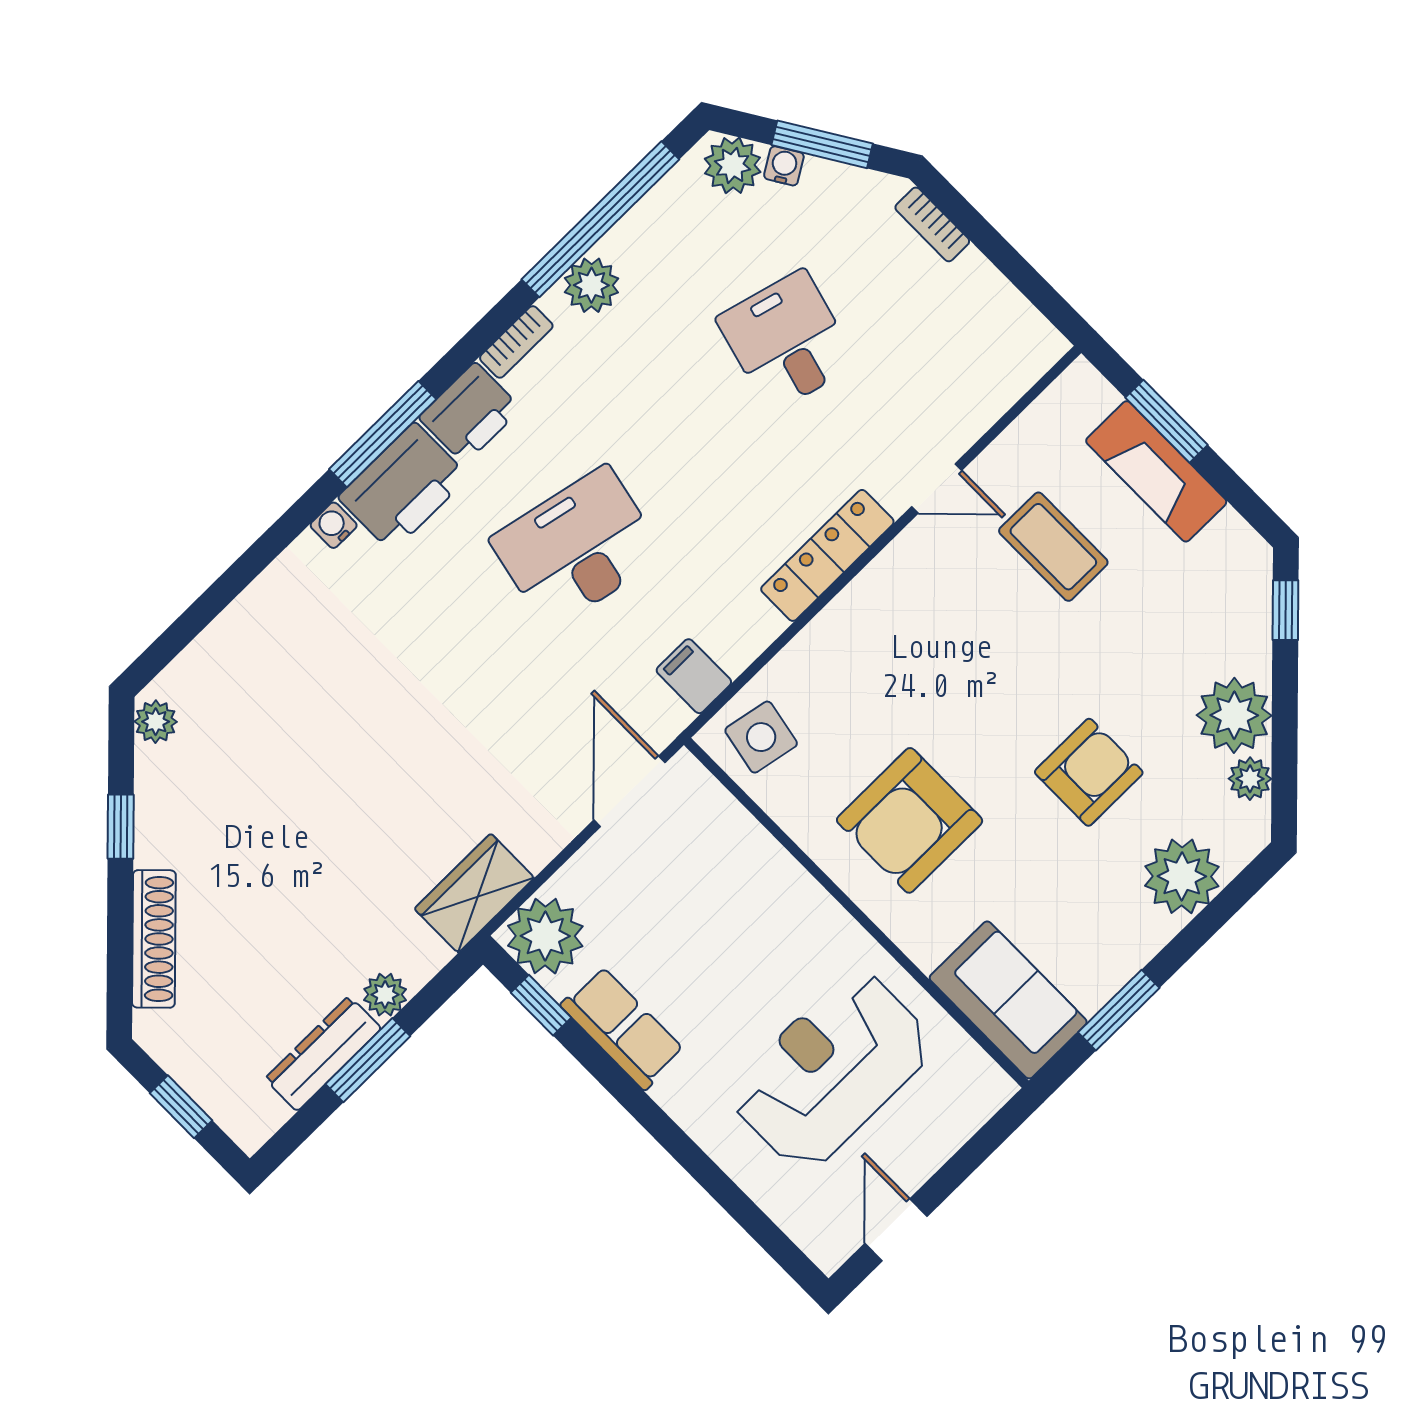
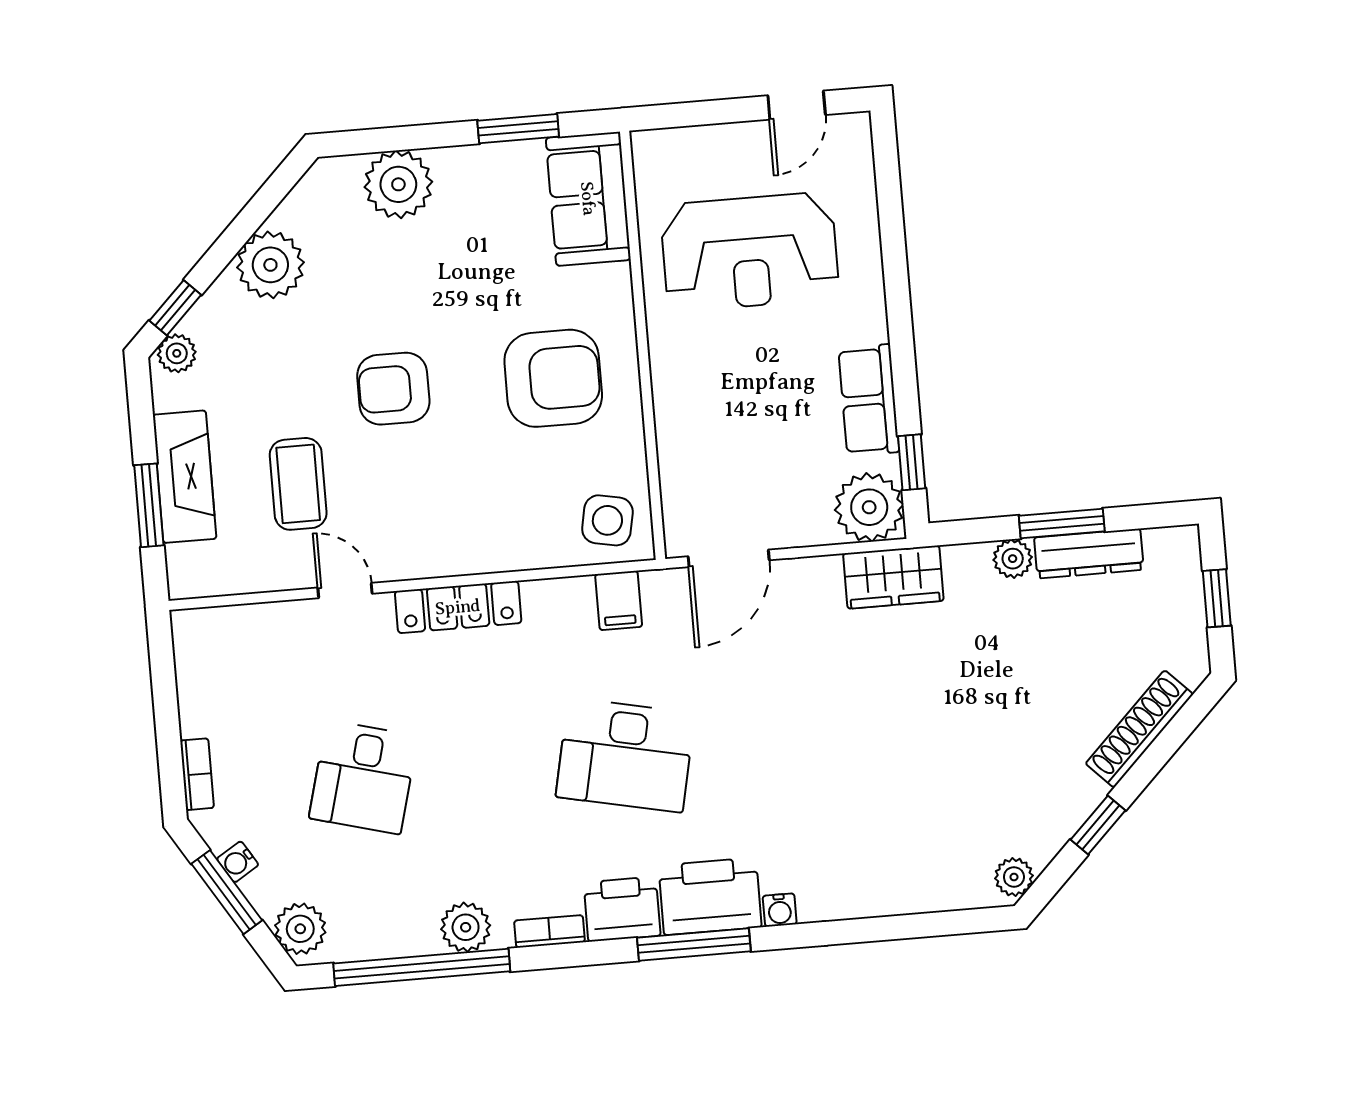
water cooler: (784, 166) -> (238, 862), moved
armchair: (1089, 772) -> (393, 389), moved
plant: (1250, 779) -> (177, 353), moved

